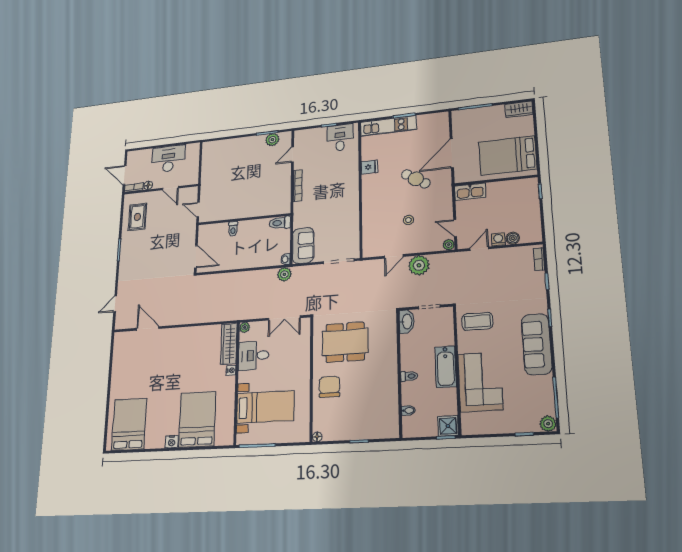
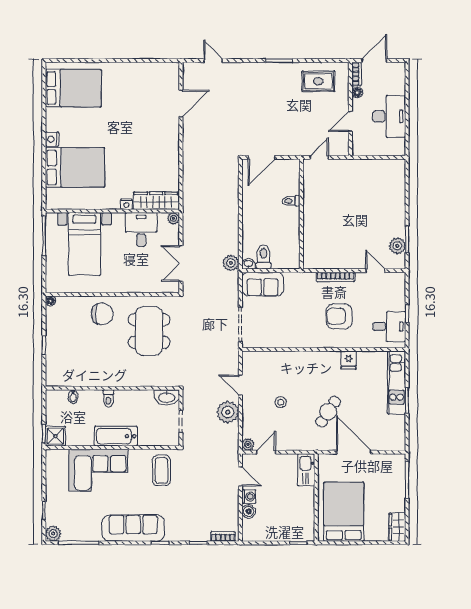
armchair: (331, 179) -> (339, 316), added
toilet: (280, 223) -> (263, 257), moved

